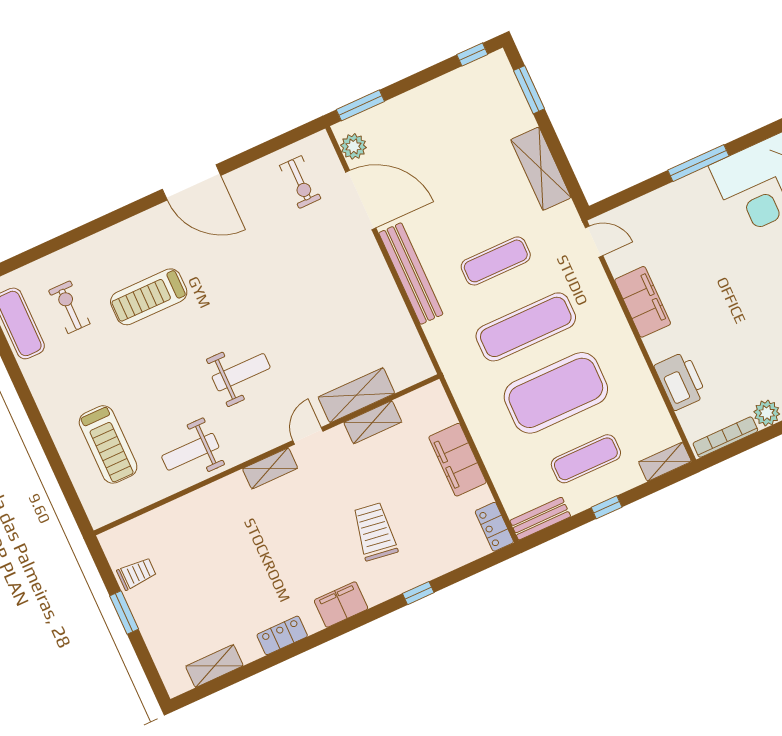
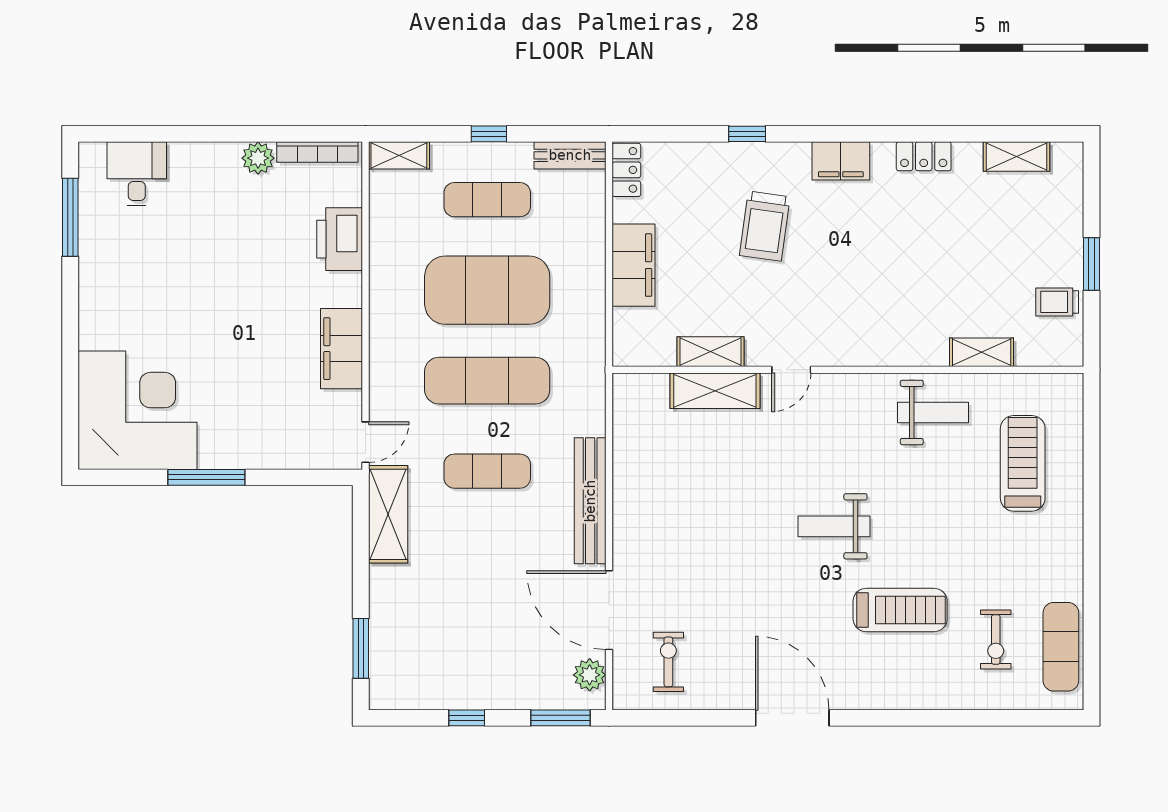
window: (472, 55) -> (467, 718), moved
shelving: (541, 169) -> (388, 514), moved
door: (594, 242) -> (365, 442), swing flipped
weight bench: (241, 372) -> (834, 526), moved
shelving: (270, 468) -> (982, 352), moved

